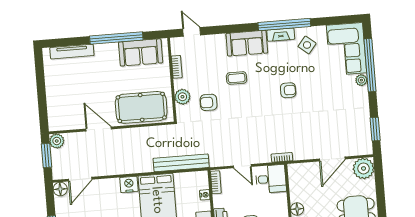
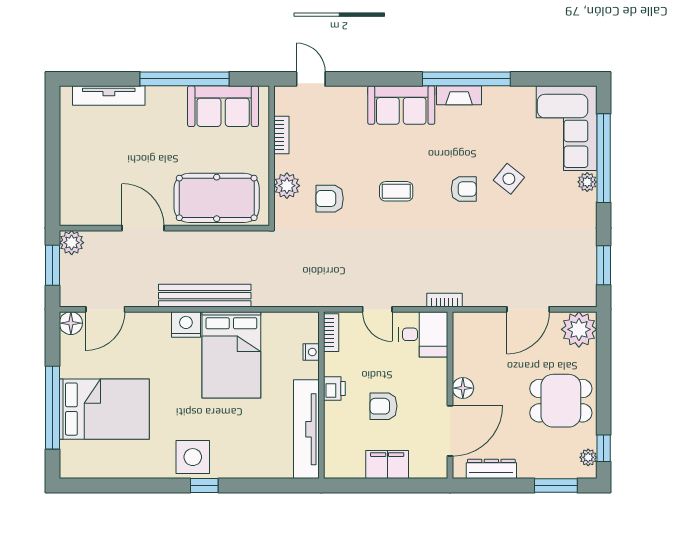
side table: (307, 45) -> (509, 179), moved
coffee table: (237, 78) -> (396, 191), moved
bench: (181, 163) -> (205, 296), moved

